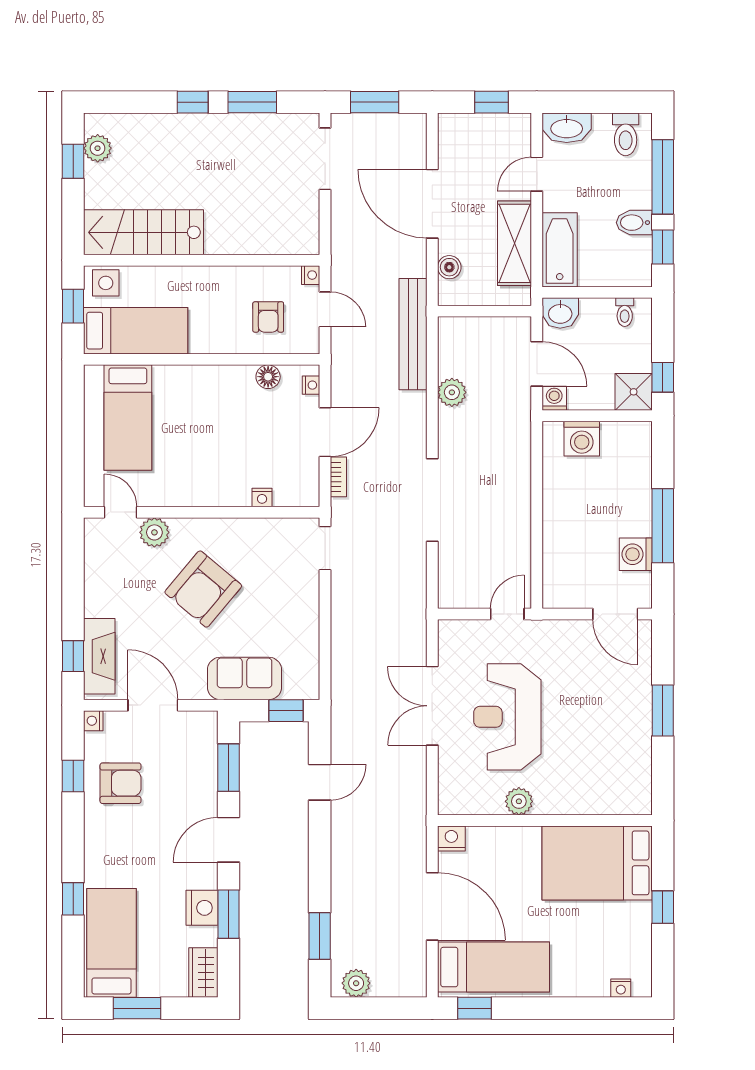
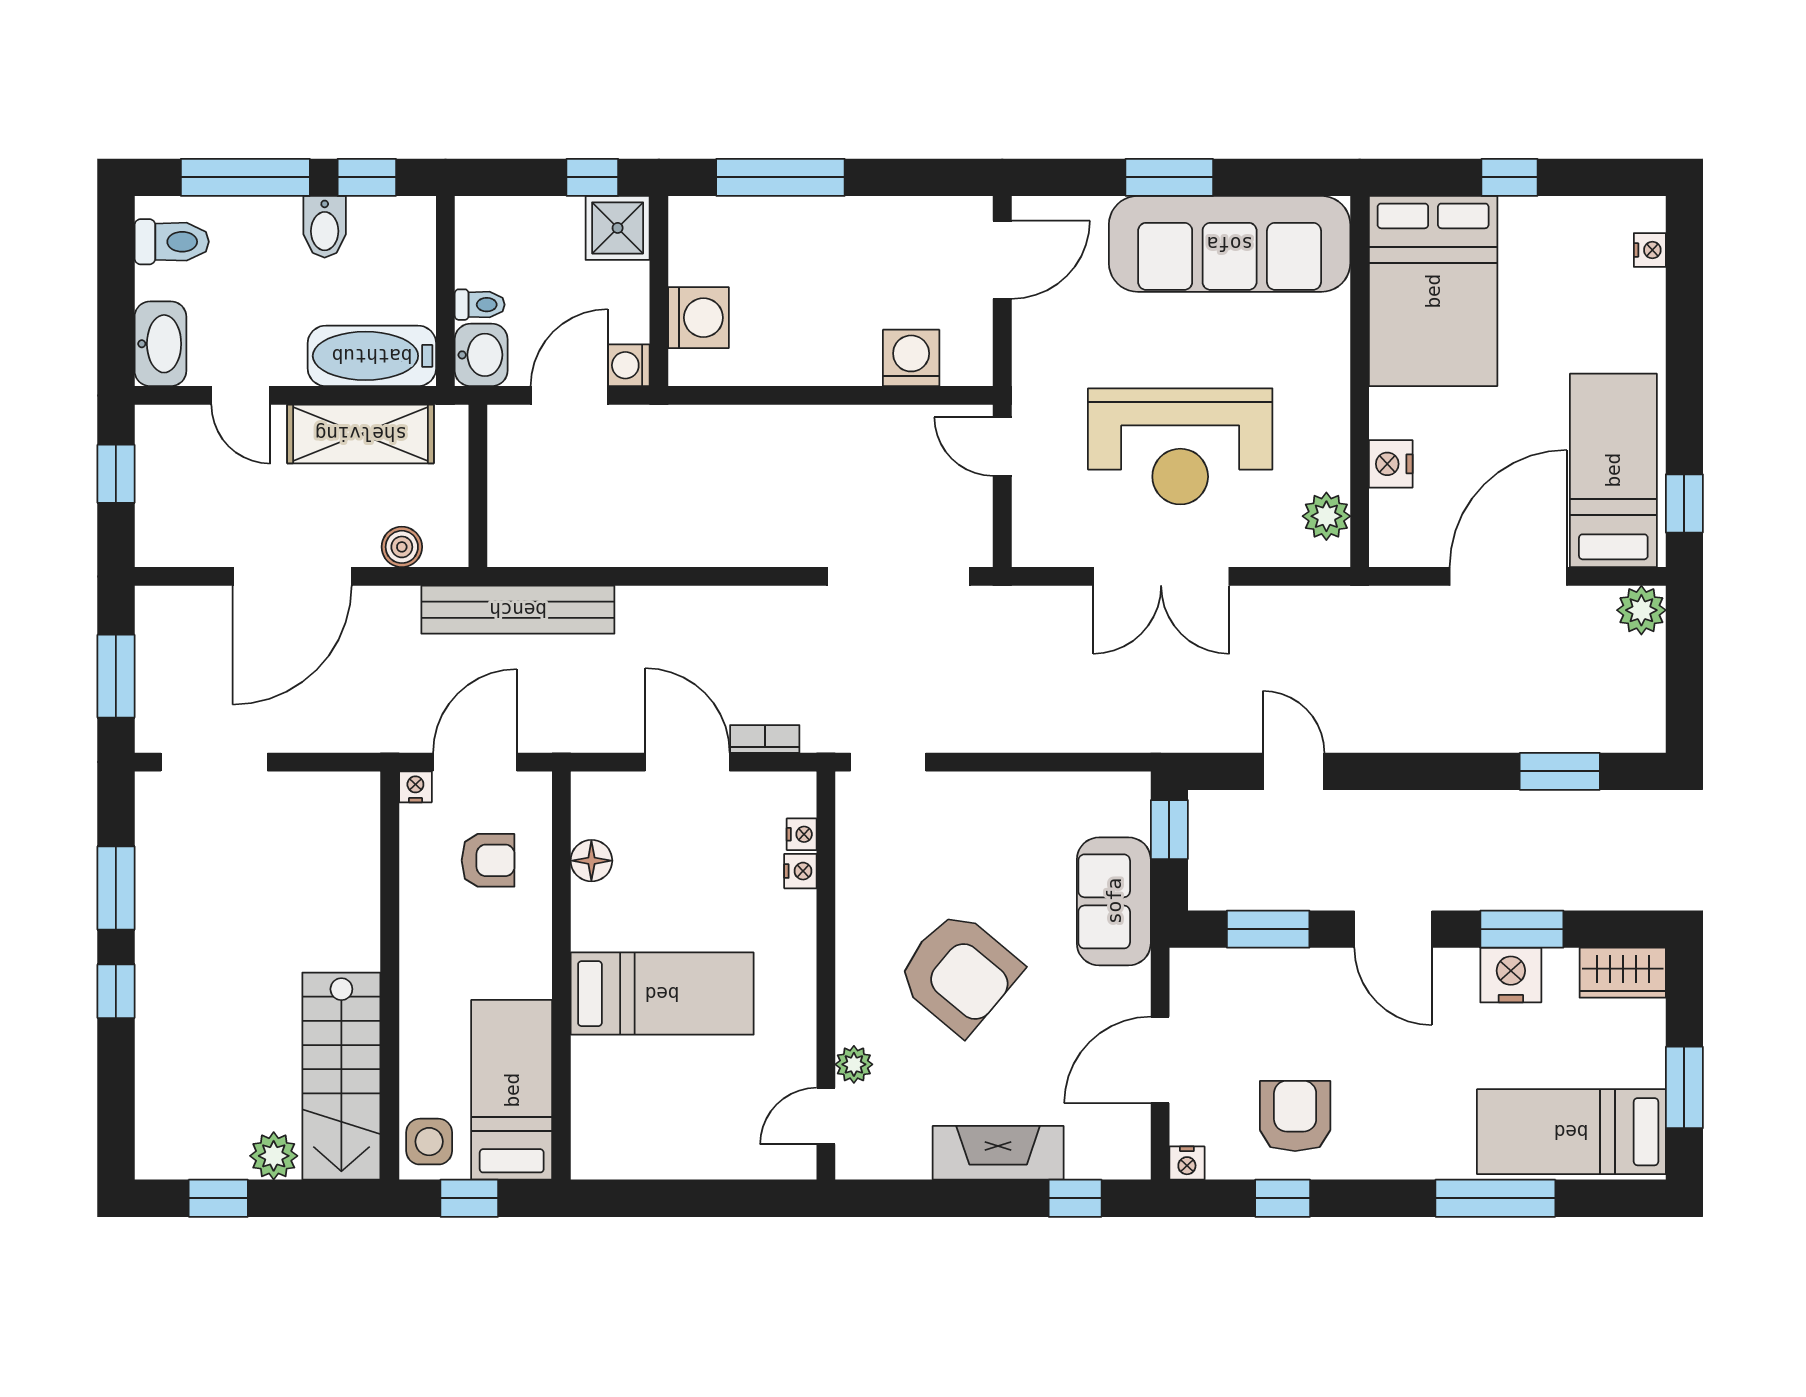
plant: (98, 148) -> (274, 1156), moved
door: (325, 309) -> (475, 762), width x1.38
toilet: (625, 312) -> (480, 305), moved
nightstand: (311, 385) -> (802, 834), moved, turned 90
plant: (452, 392) -> (618, 542), removed
bed: (128, 418) -> (662, 994), moved
doorway: (432, 500) -> (898, 576), moved
window: (663, 526) -> (780, 177), moved
plant: (154, 532) -> (854, 1064), width x0.73, depth x0.73
washing machine: (636, 554) -> (911, 358), moved, turned 180
fireplace: (99, 656) -> (998, 1153), moved
sofa: (624, 745) -> (1230, 244), added
plant: (519, 801) -> (1326, 516), moved
nightstand: (451, 838) -> (1391, 464), moved
window: (73, 899) -> (1495, 1198), width x2.17
plant: (356, 983) -> (1641, 610), moved

